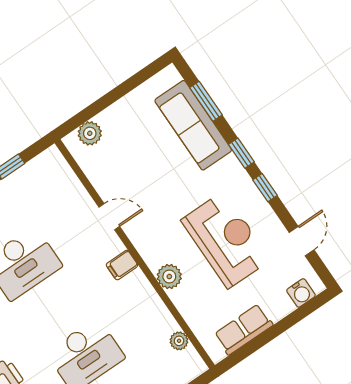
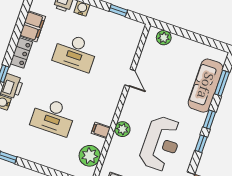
filing cabinet: (122, 265) -> (101, 130), moved
plant: (179, 341) -> (90, 156), width x1.88, depth x1.88

